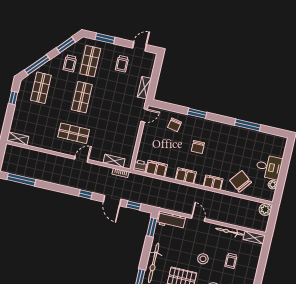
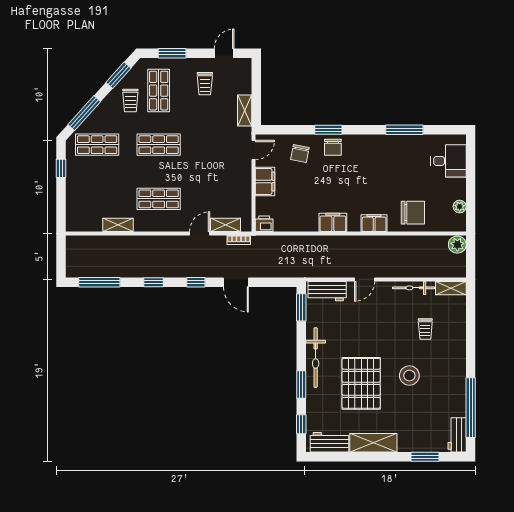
shop shelf: (41, 88) -> (97, 145), turned 90
shop shelf: (82, 97) -> (159, 145), turned 90
shelving: (18, 139) -> (118, 225), moved
chair: (198, 147) -> (333, 147), moved
door: (81, 159) -> (200, 234), moved
desk: (269, 167) -> (449, 161), moved
filing cabinet: (156, 169) -> (265, 182), moved, turned 90
chair: (241, 181) -> (413, 213), turned 142
window: (134, 205) -> (154, 282), moved
door: (198, 218) -> (365, 279), swing flipped
stool: (203, 259) -> (385, 335), removed

